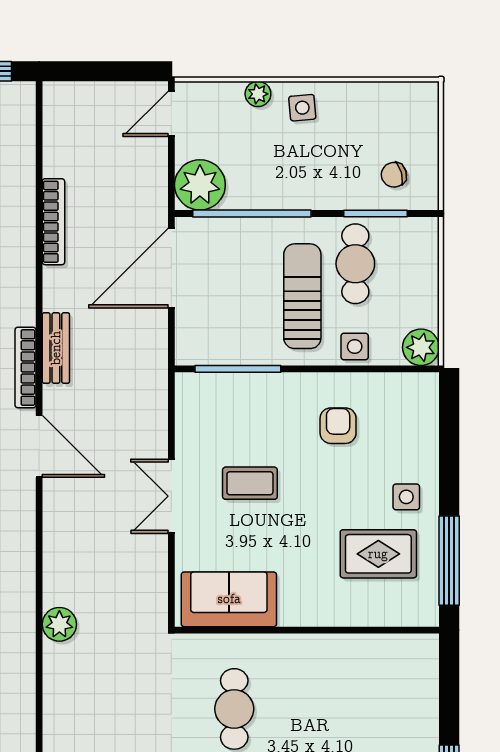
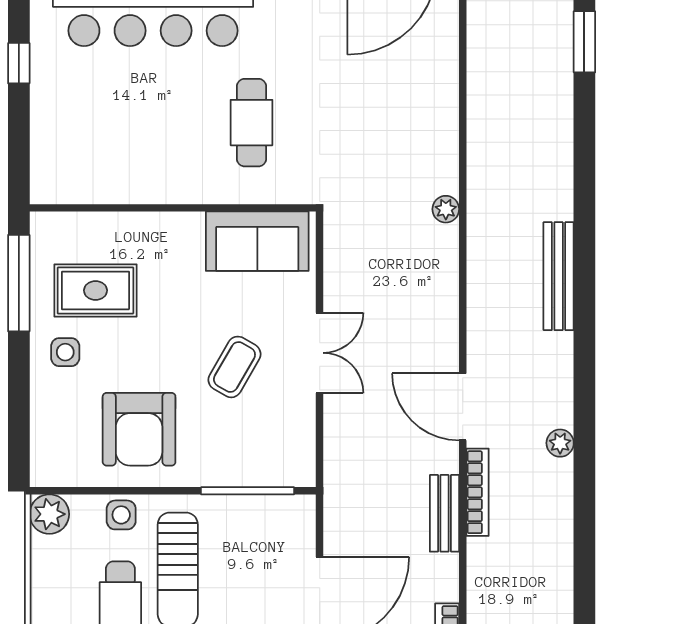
armchair: (338, 426) -> (139, 429), width x1.88, depth x1.88
coffee table: (250, 483) -> (234, 367), turned -60
plant: (59, 624) -> (446, 209), width x0.73, depth x0.73

